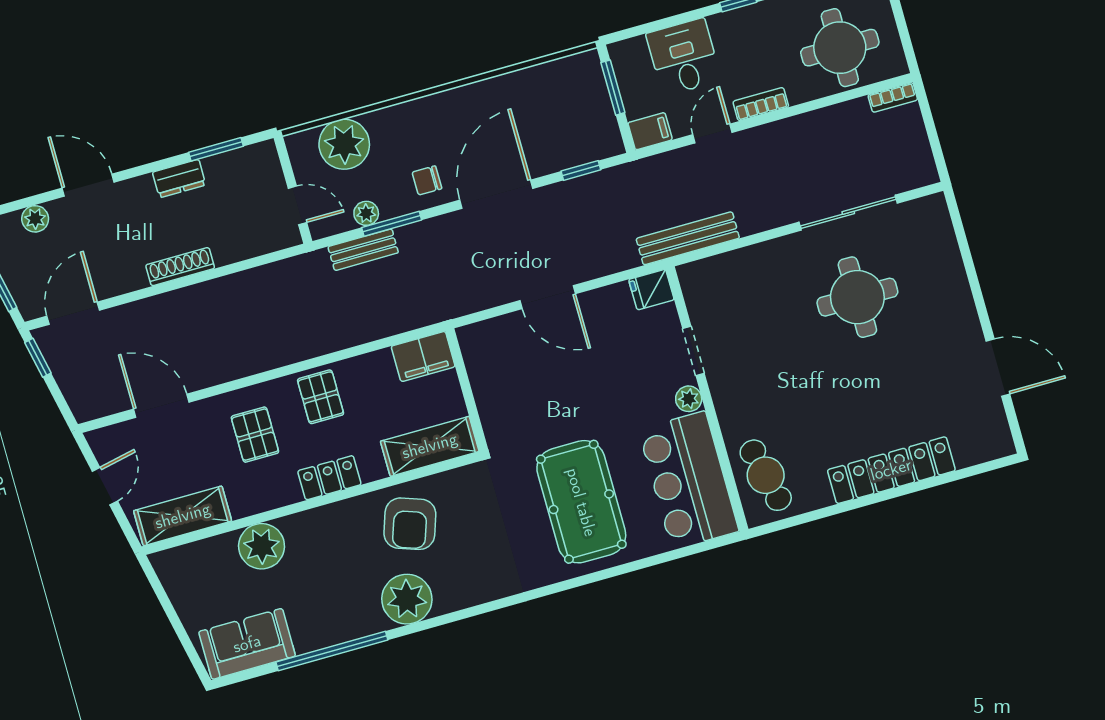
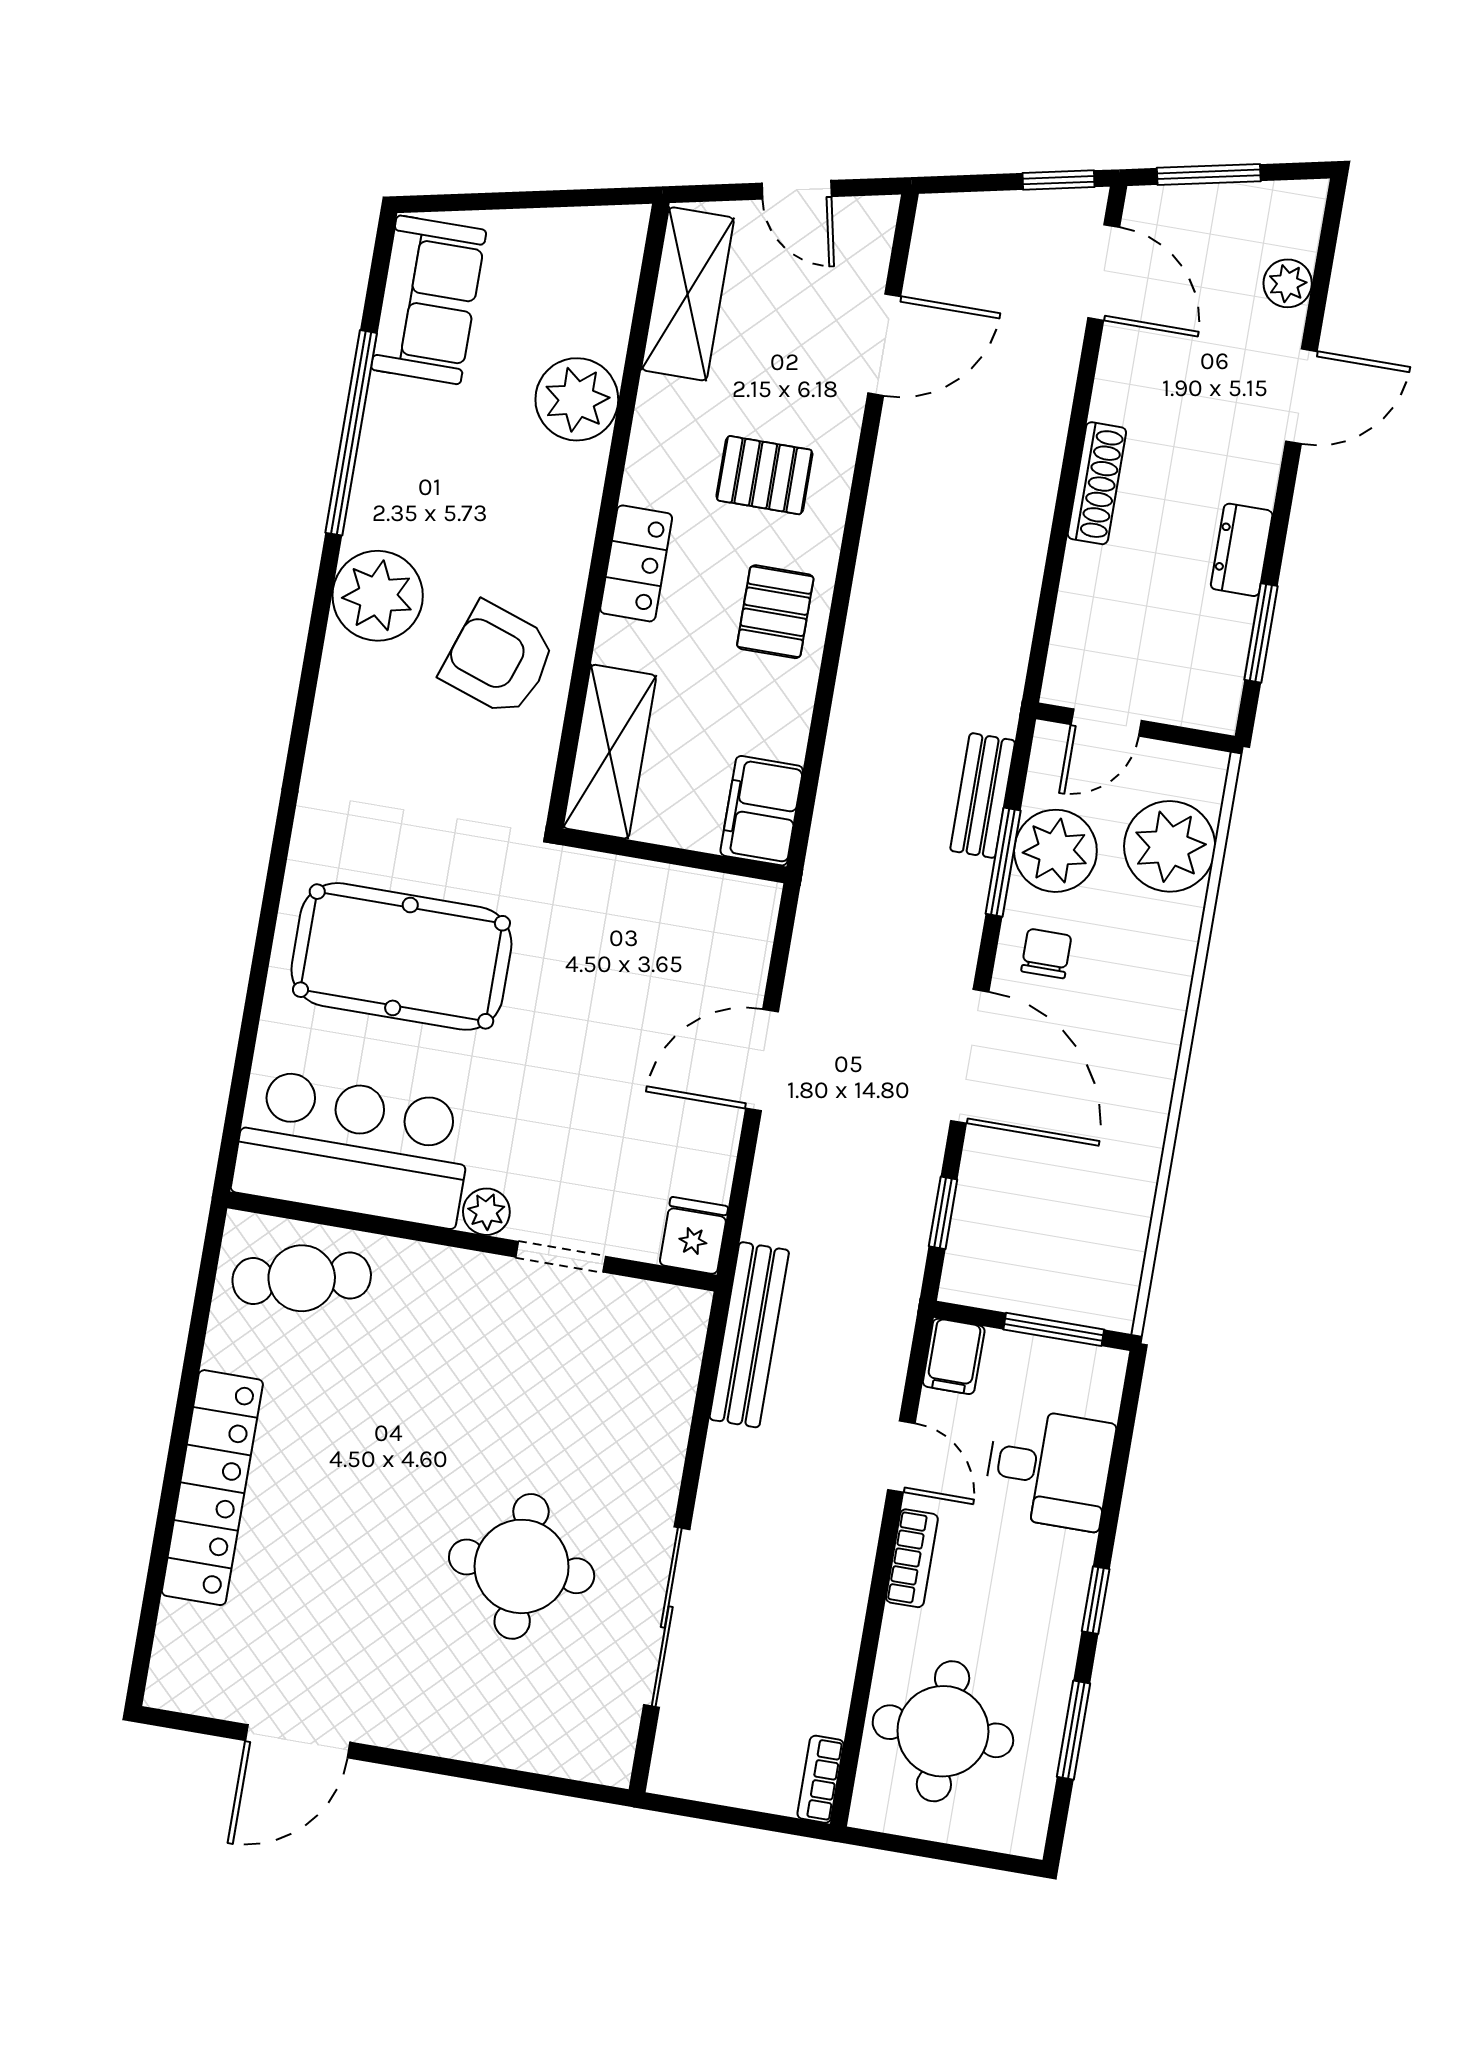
plant: (366, 213) -> (1055, 851), width x1.88, depth x1.88
pallet: (321, 397) -> (775, 612), turned 90

